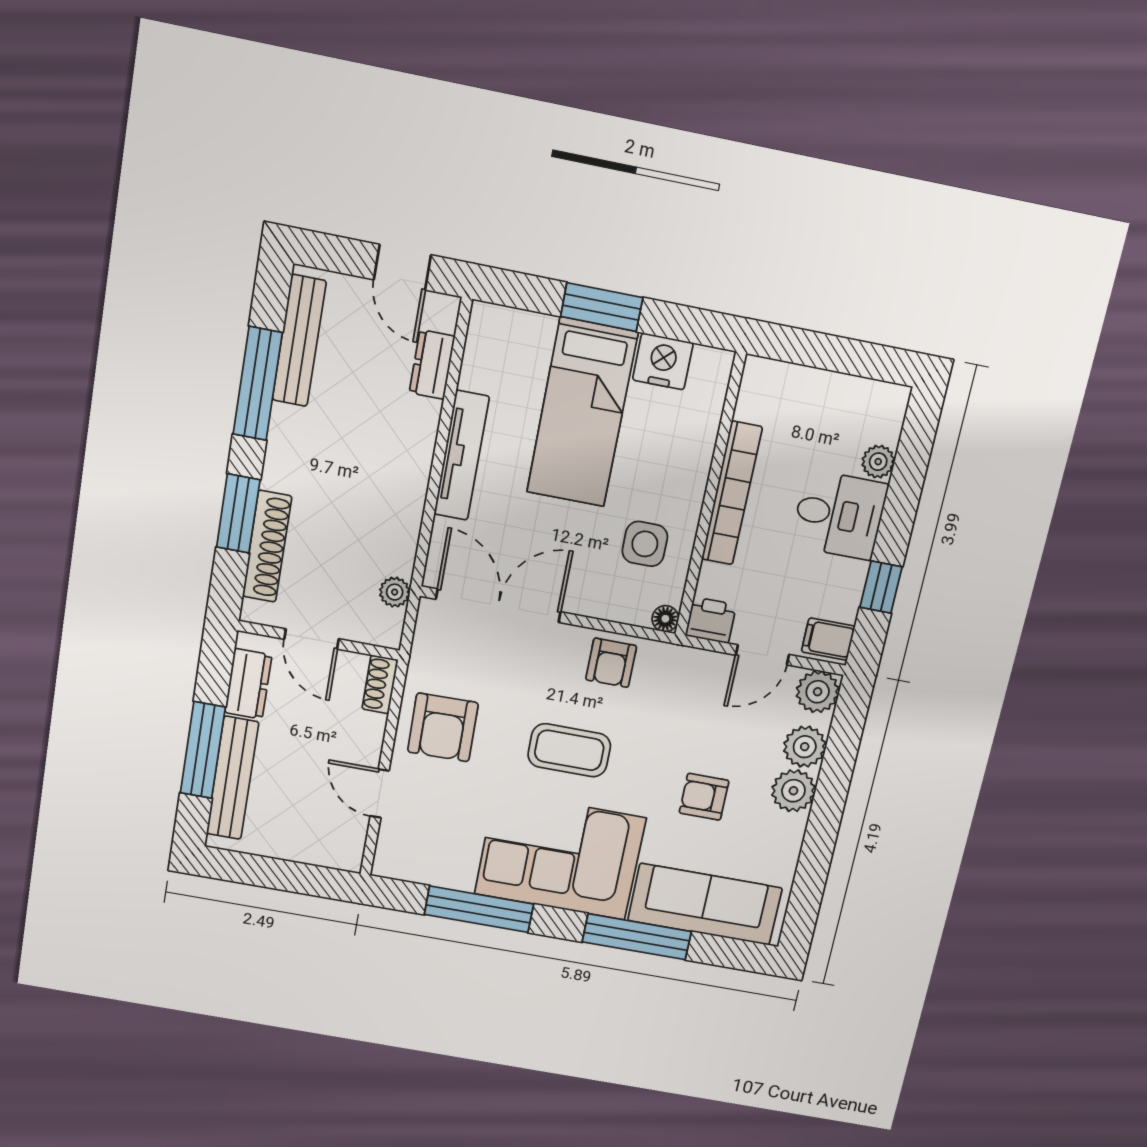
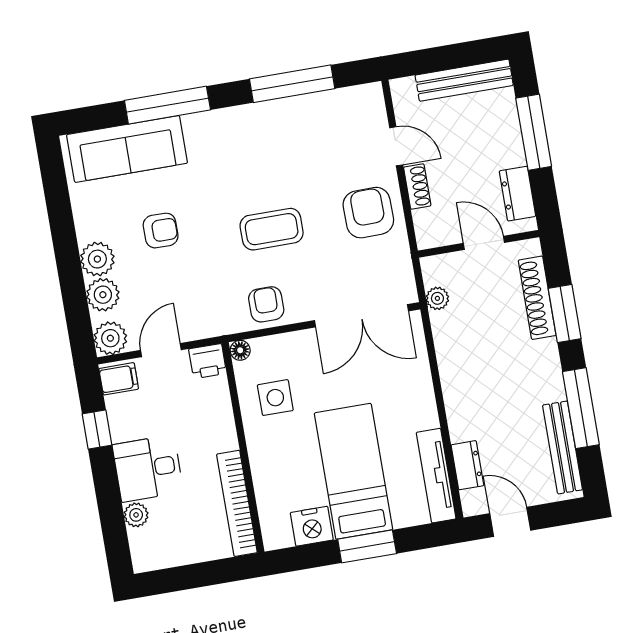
tv unit: (462, 456) -> (436, 476), moved
bookcase: (732, 493) -> (237, 503), moved
shoe rack: (380, 684) -> (417, 186), moved
bench: (232, 778) -> (464, 80), moved, turned 90
corner sofa: (560, 856) -> (248, 147), removed

